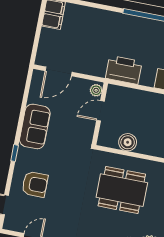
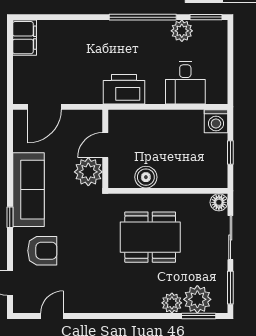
plant: (96, 90) -> (88, 172), moved, width x1.87, depth x1.87
sofa: (35, 126) -> (28, 190), width x1.36

